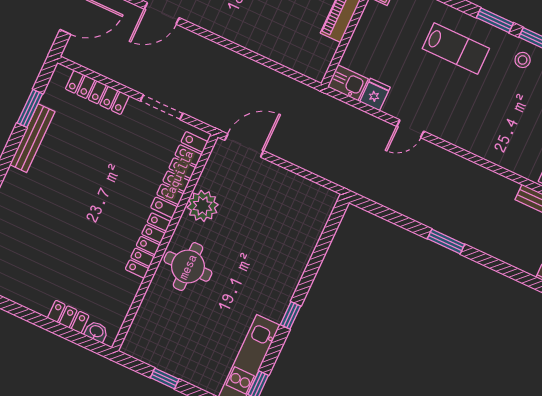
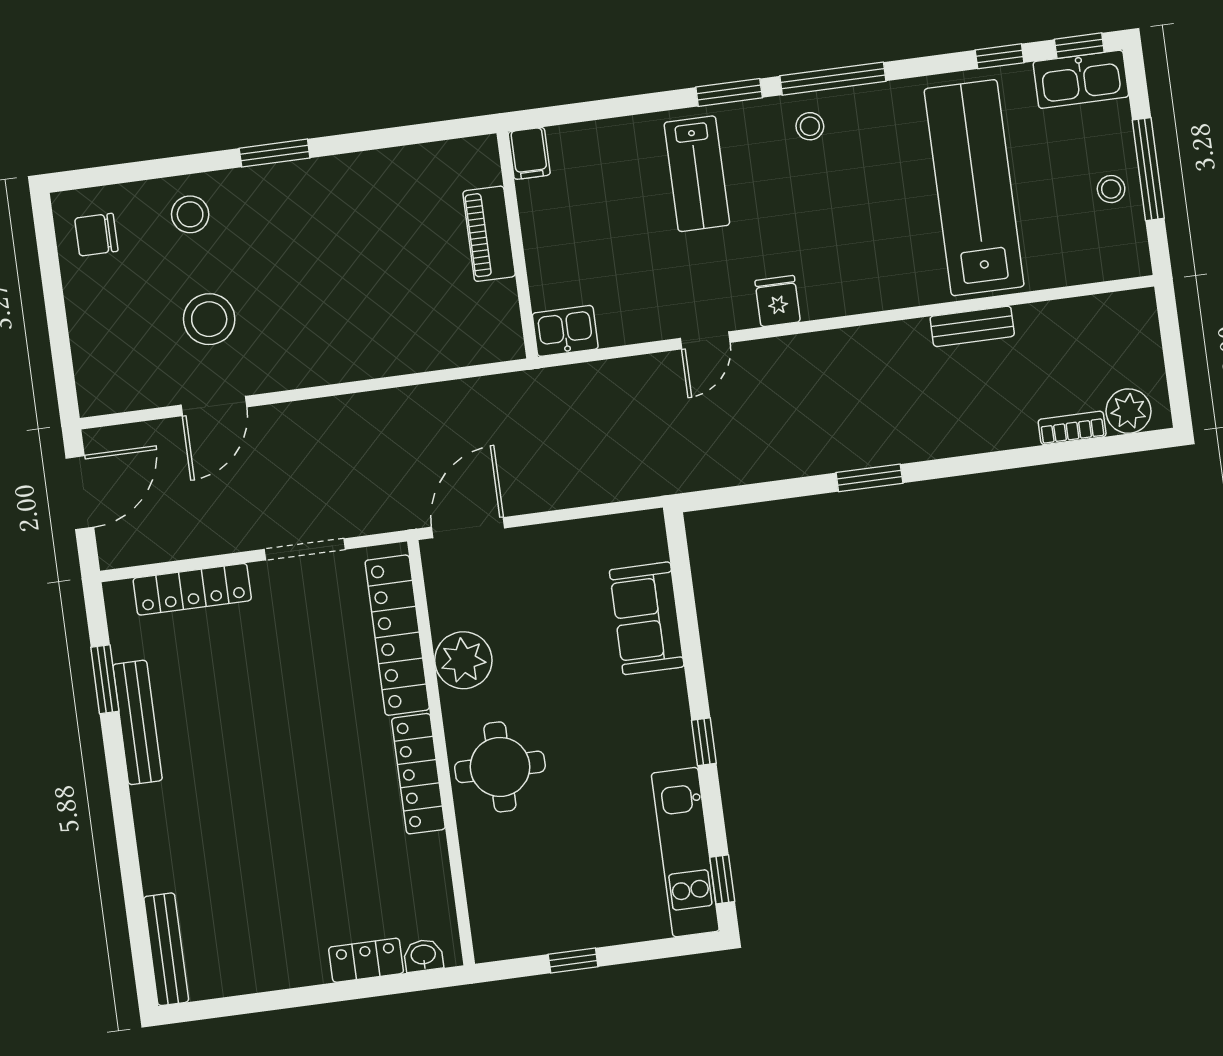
lab bench: (456, 49) -> (697, 174), turned 90
fridge: (375, 94) -> (778, 301), moved
sofa: (300, 241) -> (647, 618), added

